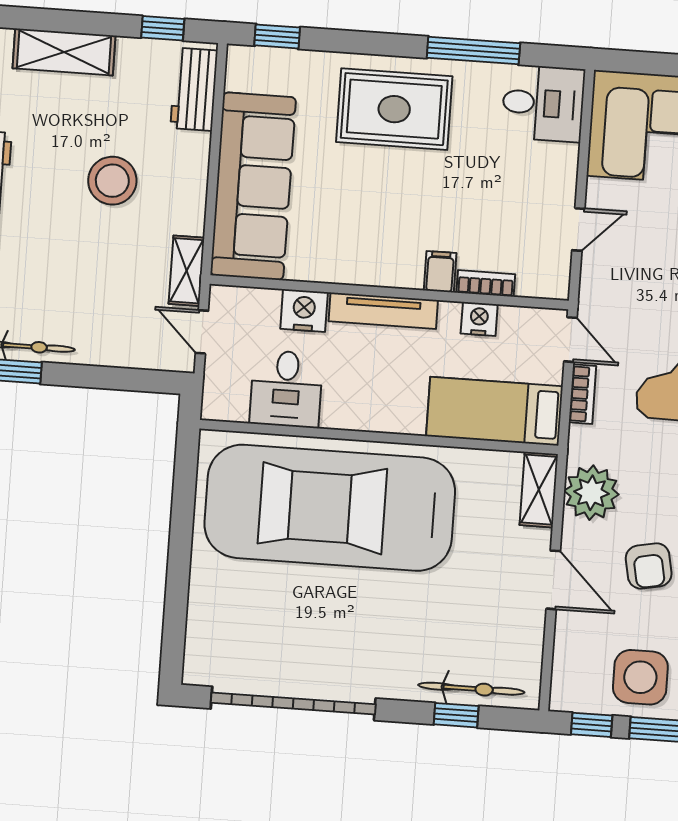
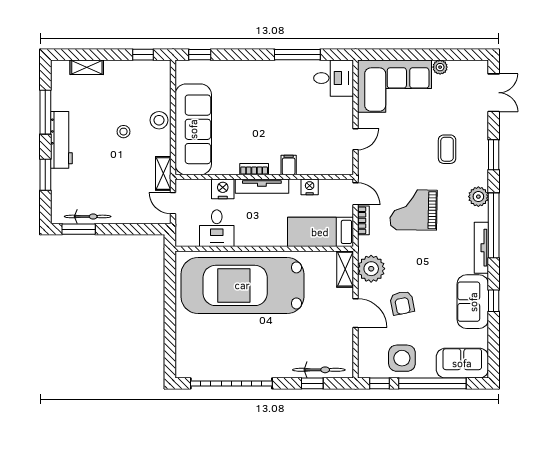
shelving: (64, 52) -> (87, 67), width x0.67, depth x0.75
workbench: (194, 89) -> (161, 84), removed
rug: (394, 109) -> (260, 86), removed
stool: (185, 163) -> (159, 120), added
stool: (112, 181) -> (124, 132), width x0.53, depth x0.53
bookcase: (486, 283) -> (254, 169), moved

